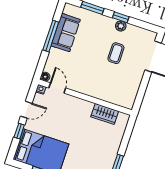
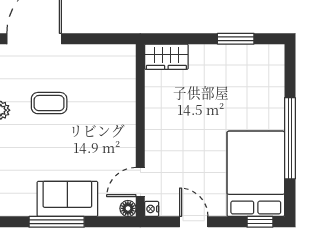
sofa: (66, 33) -> (67, 199), moved
wardrobe: (105, 114) -> (166, 57), moved, turned 90
window: (19, 131) -> (260, 222), moved

